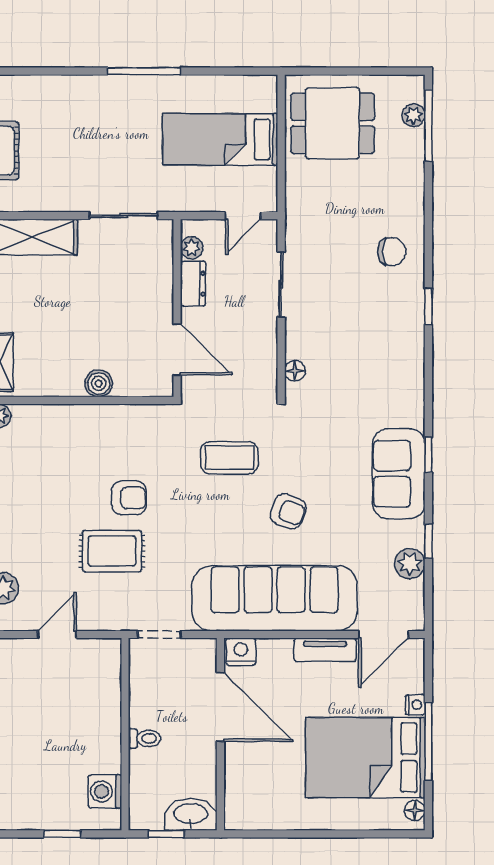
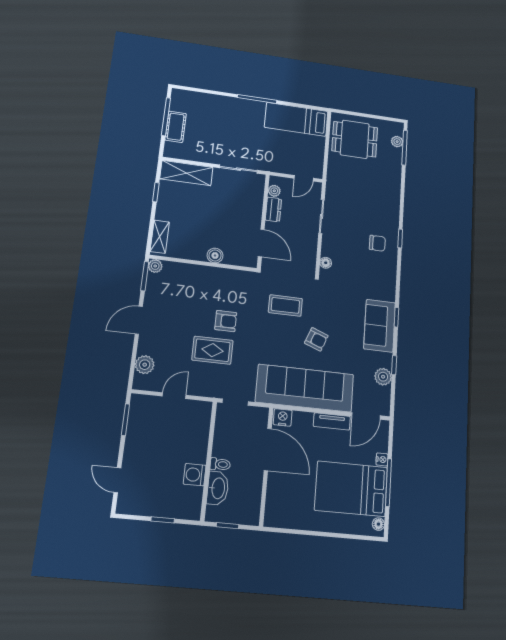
bed: (220, 139) -> (296, 119), moved
chair: (392, 252) -> (377, 243), moved
washing machine: (105, 791) -> (195, 475), moved
washbasin: (191, 814) -> (218, 488), moved, turned 90

